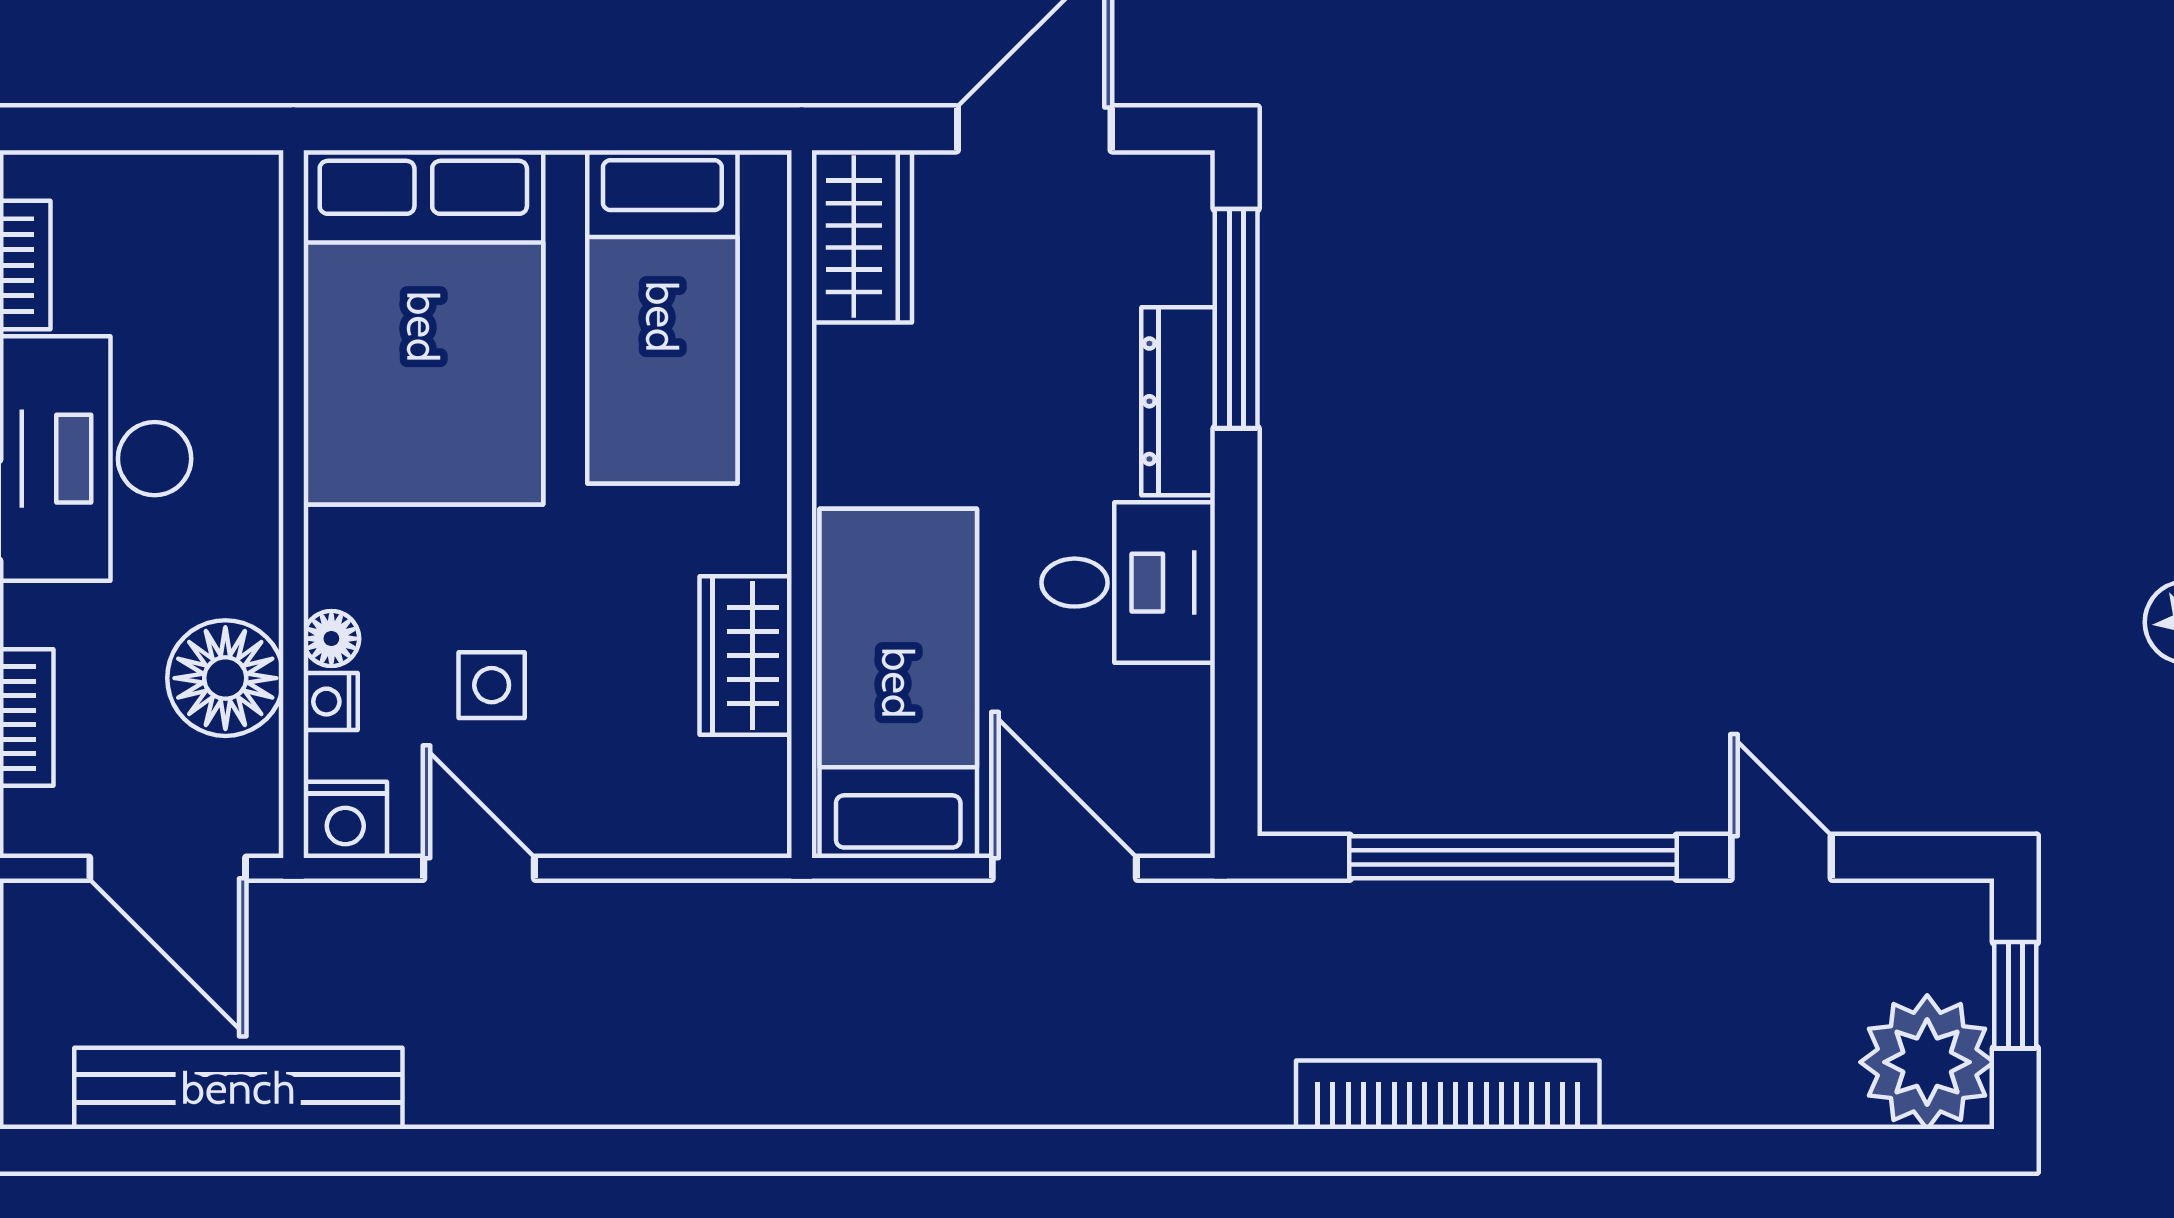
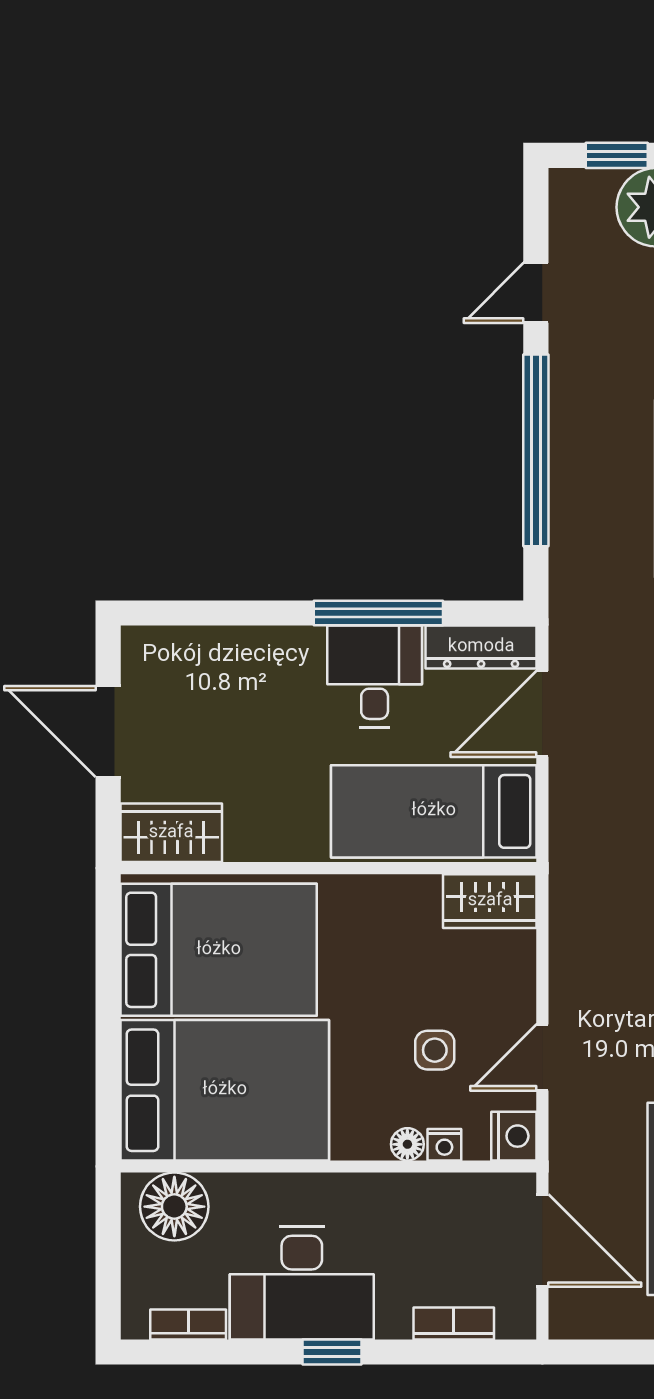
bed: (662, 317) -> (219, 950), width x1.50
window: (1236, 319) -> (378, 613), moved
dresser: (1178, 401) -> (481, 647), moved
wardrobe: (746, 656) -> (490, 901), moved
floor lamp: (225, 678) -> (174, 1207), moved
door: (168, 868) -> (542, 1240), hinge flipped

